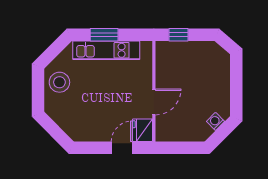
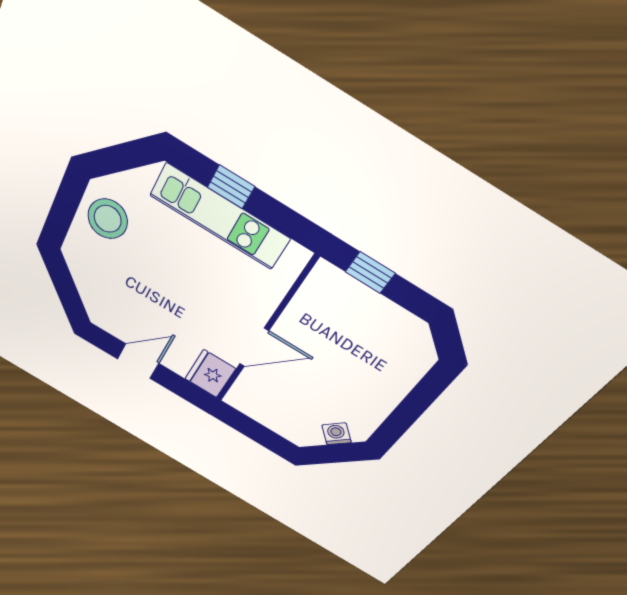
window: (104, 35) -> (231, 187), width x0.67
door: (122, 148) -> (138, 361), moved

